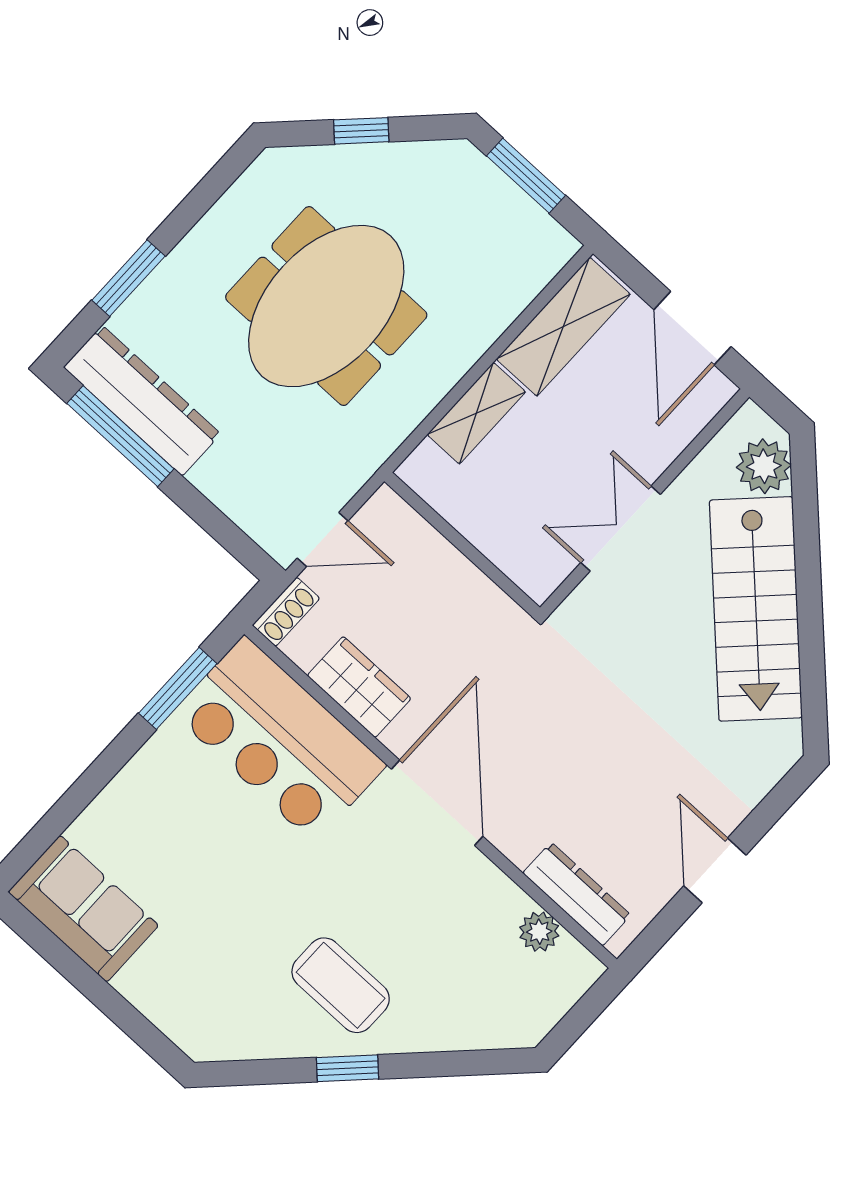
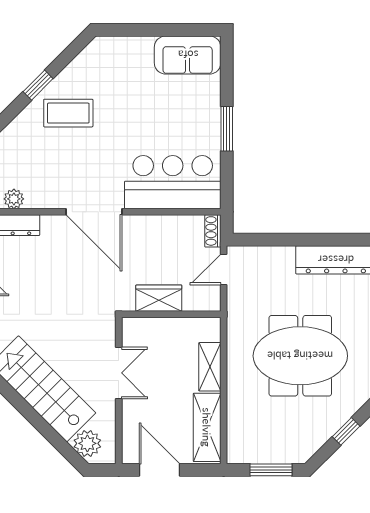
meeting table: (326, 306) -> (300, 356), turned 90
window: (120, 436) -> (332, 240), removed
wardrobe: (359, 687) -> (159, 298), moved, turned 180
window: (178, 688) -> (227, 129), moved

